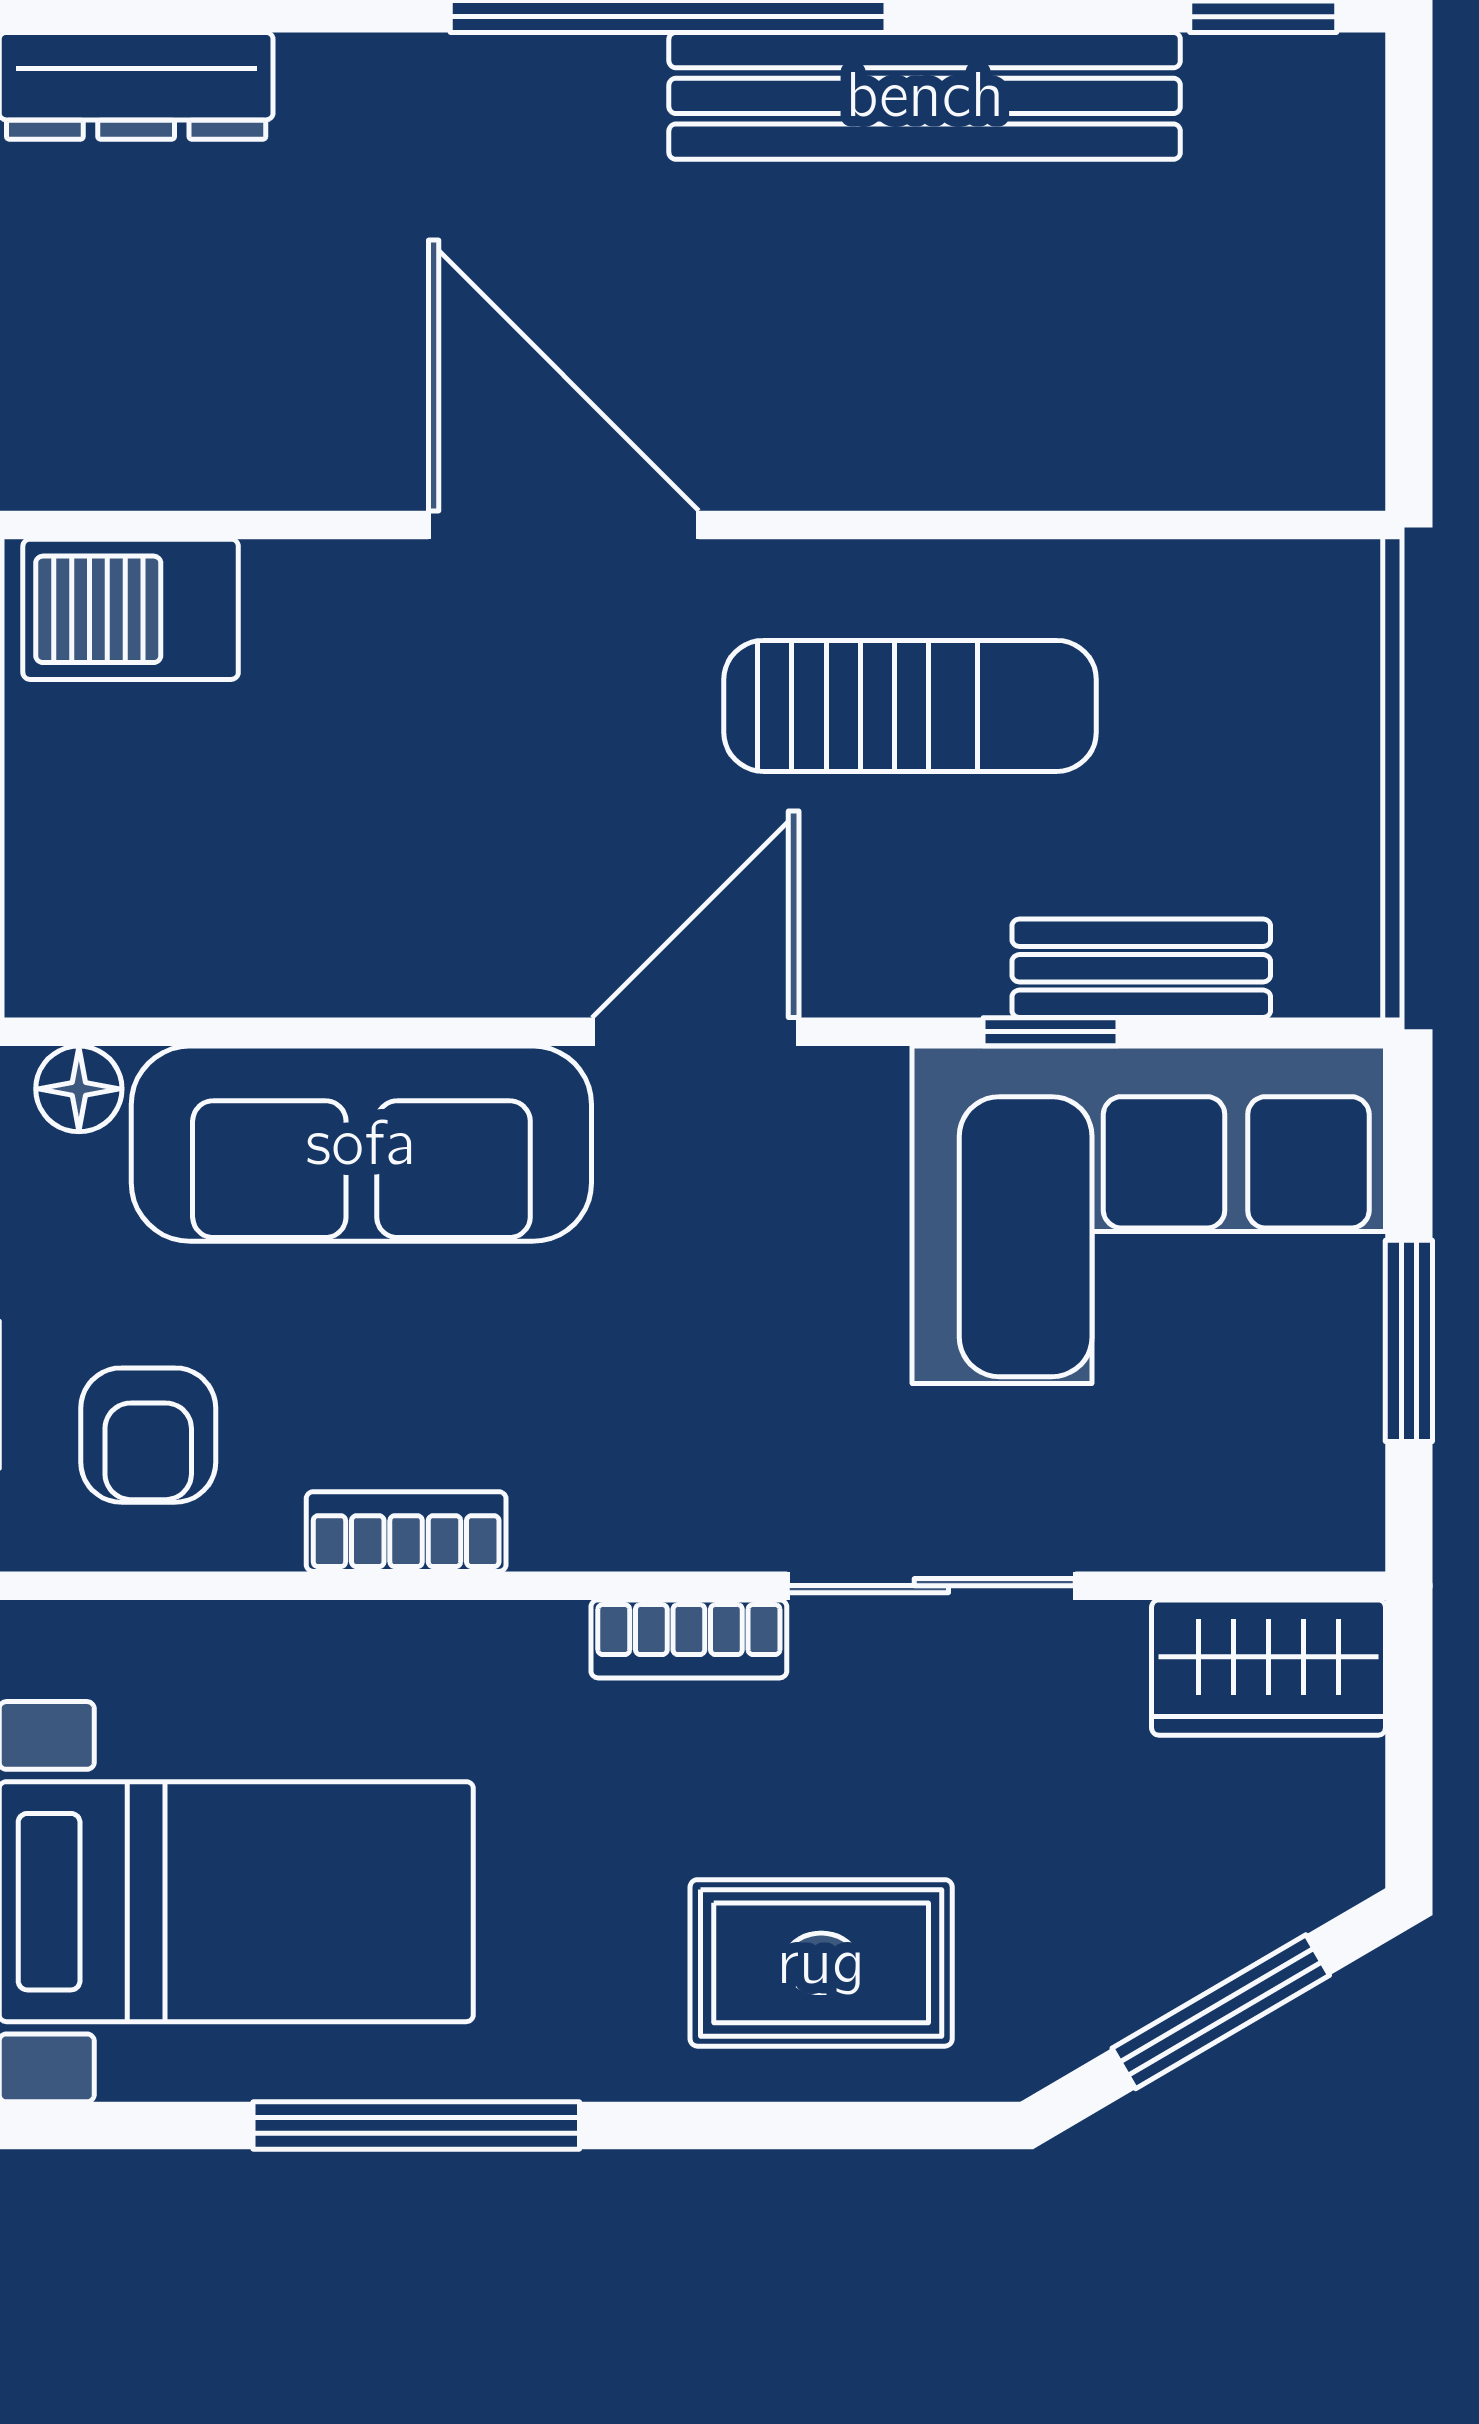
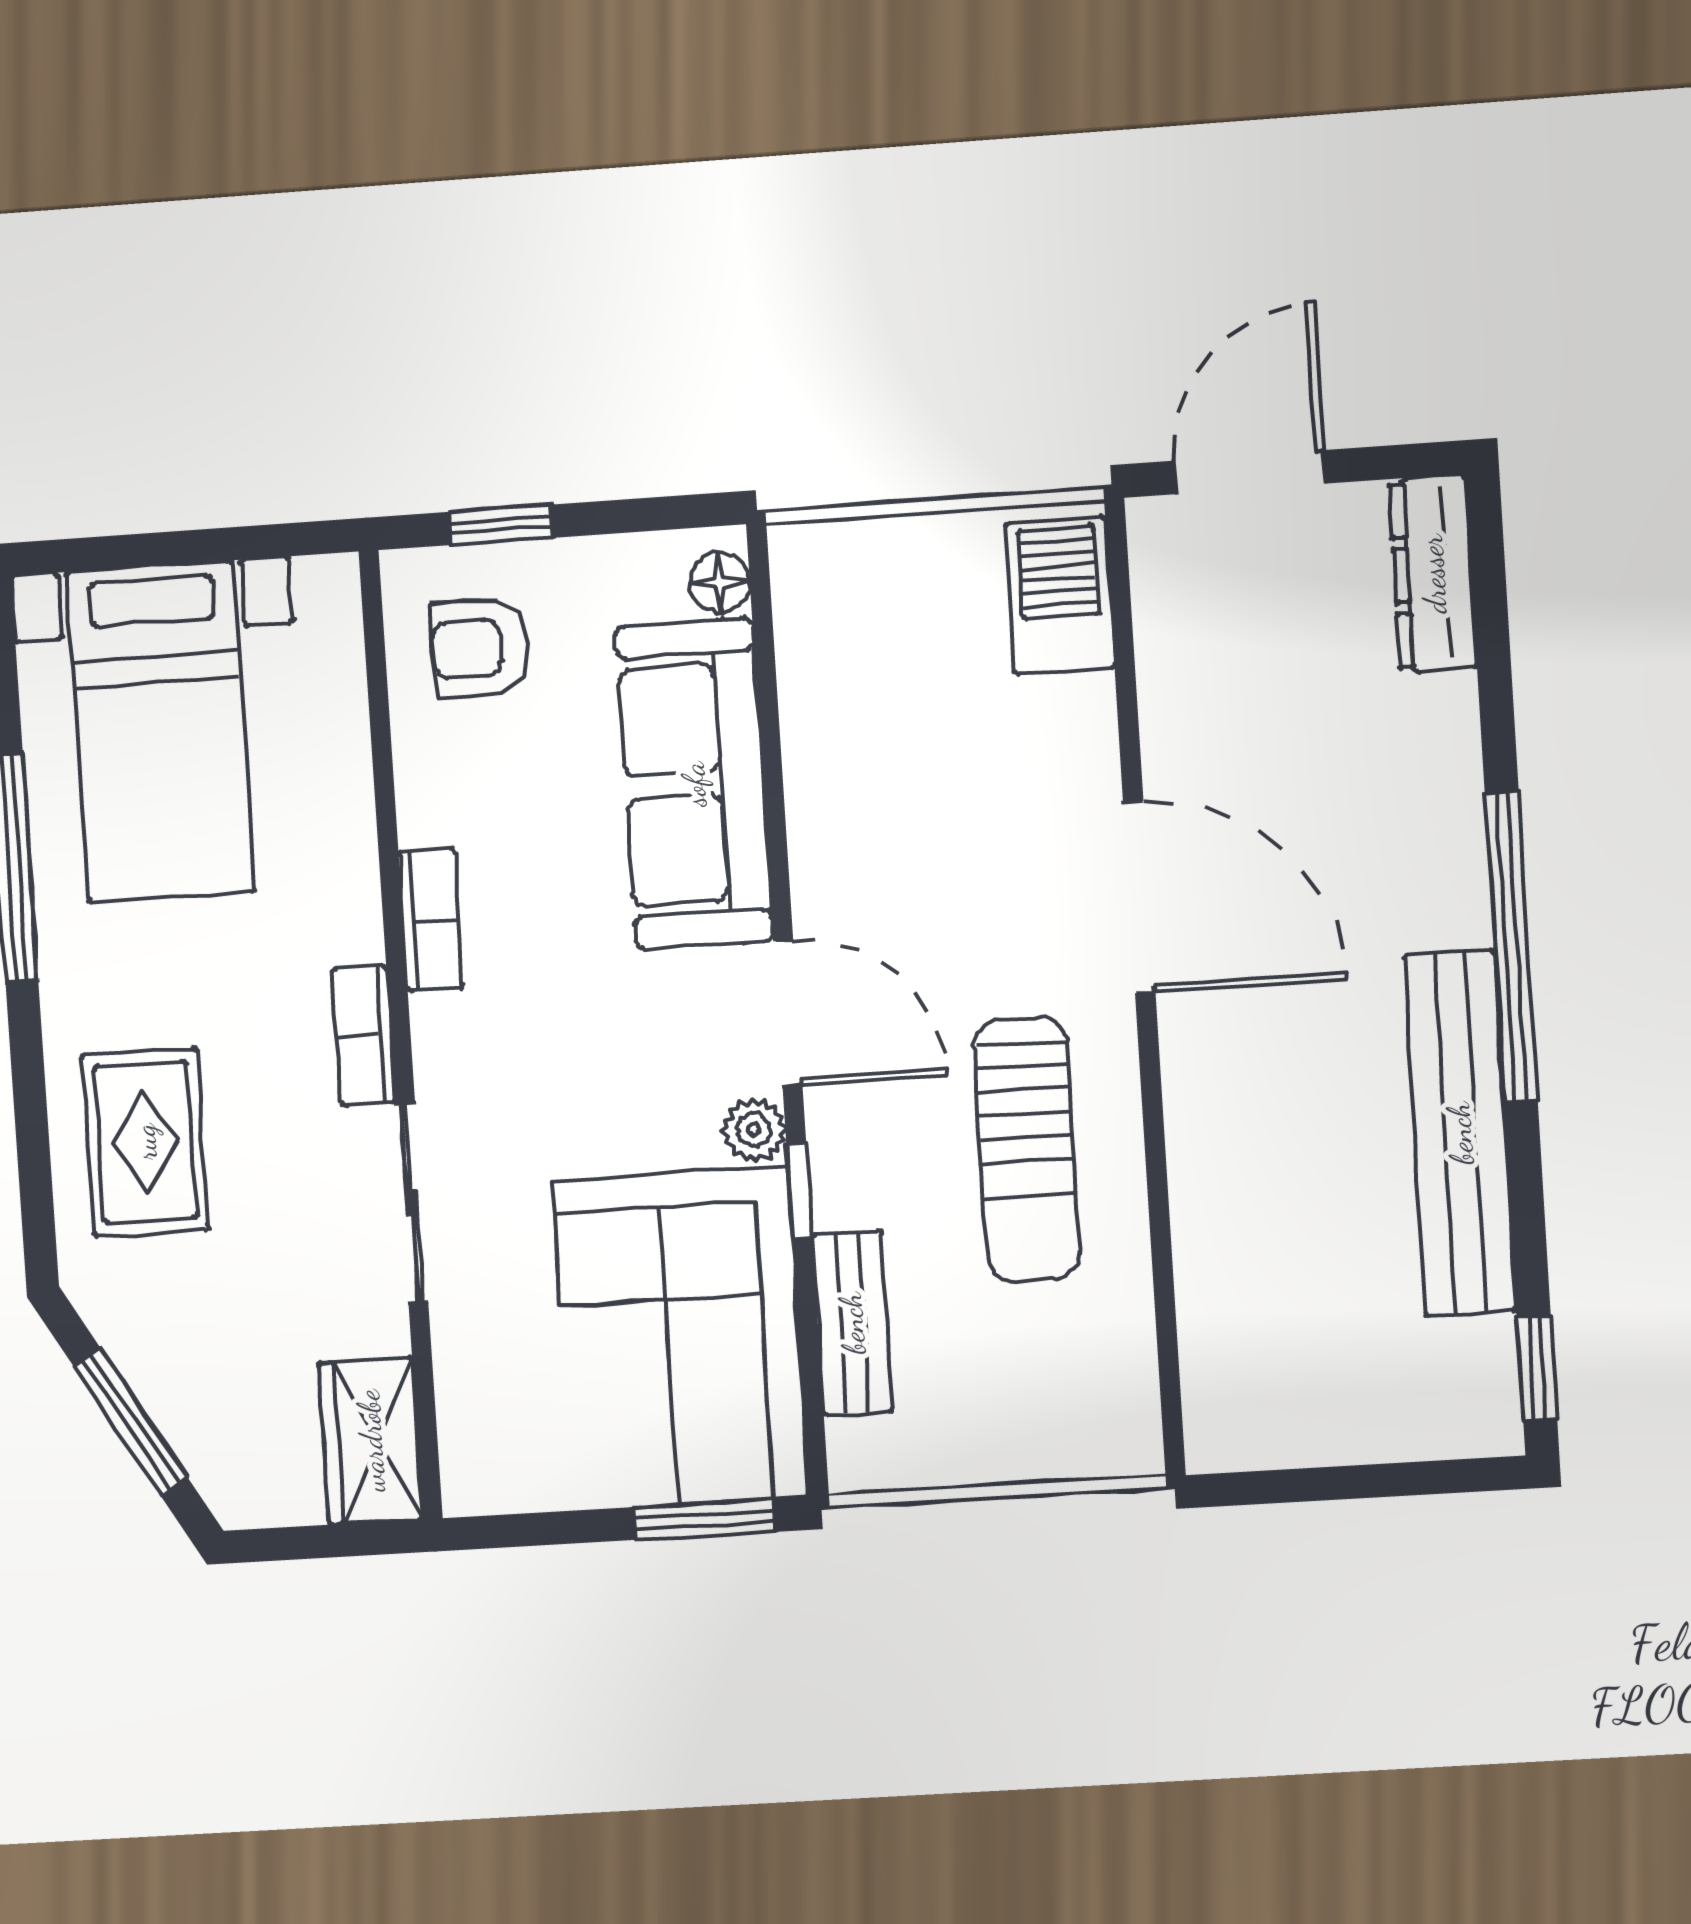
door: (564, 525) -> (1139, 897), hinge flipped
window: (1051, 1032) -> (799, 1191), moved
plant: (858, 1090) -> (754, 1130), added
window: (1409, 1341) -> (704, 1519), moved
bookcase: (406, 1532) -> (431, 920), moved

